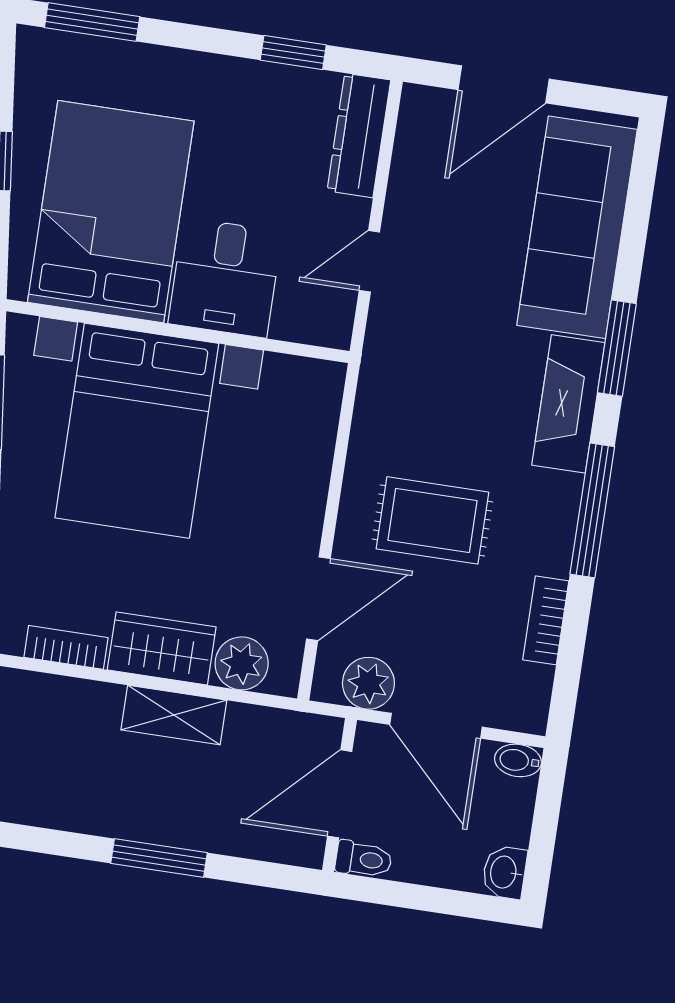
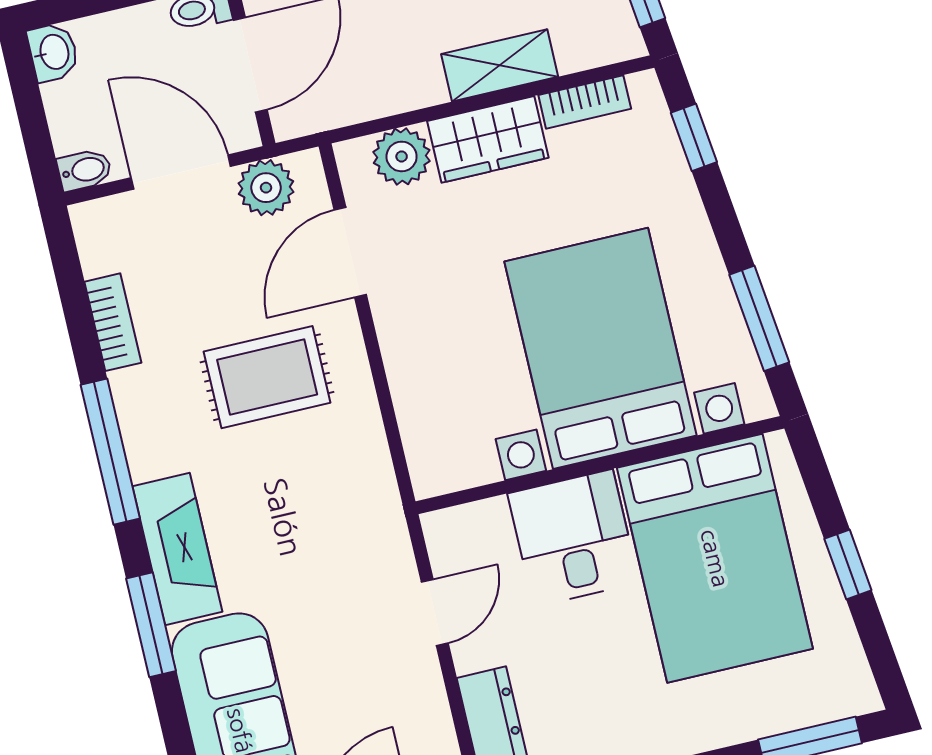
shelving: (174, 715) -> (500, 65), moved

